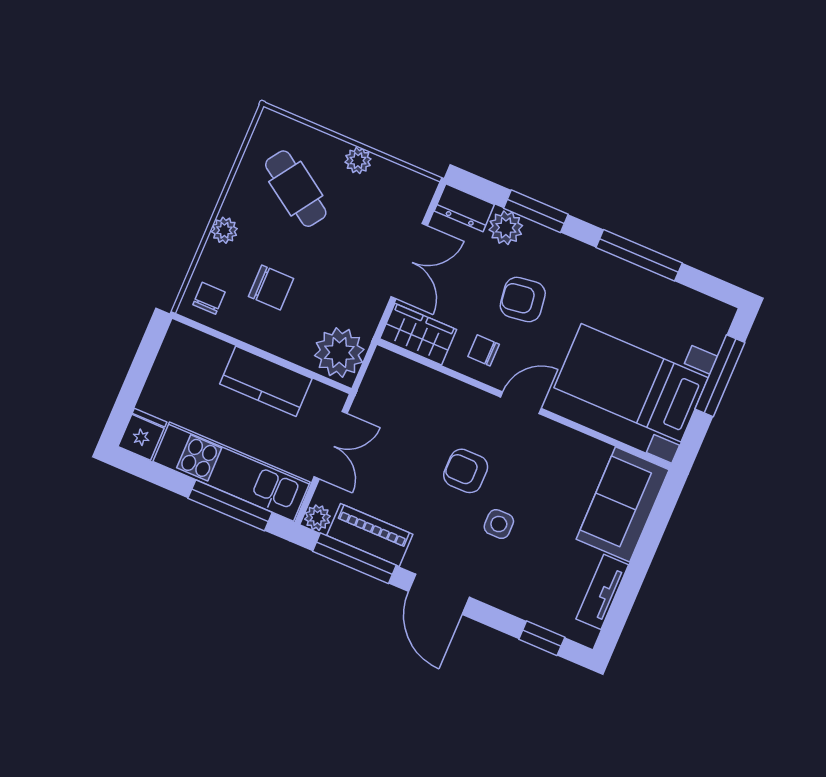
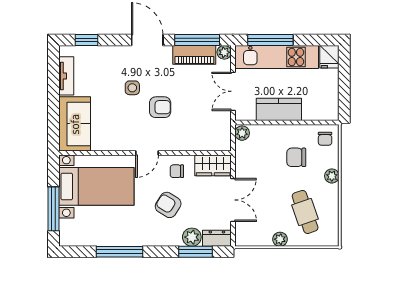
cafe table: (296, 189) -> (305, 212), turned 37
window: (536, 211) -> (196, 252), moved
double door: (409, 261) -> (233, 200), swing flipped
armchair: (523, 300) -> (168, 205), turned -140
chair: (484, 350) -> (177, 171), turned 180
plant: (339, 352) -> (242, 133), width x0.53, depth x0.53

